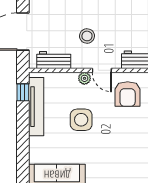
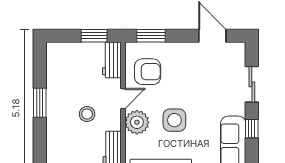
plant: (84, 78) -> (137, 122), width x1.87, depth x1.87

